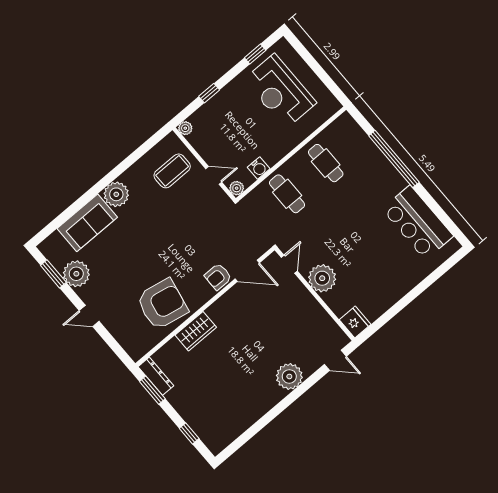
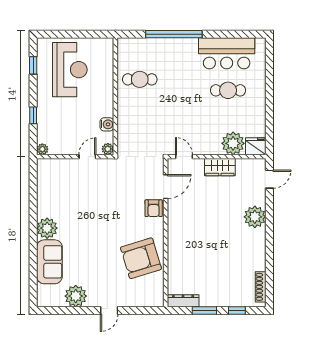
reception desk: (280, 91) -> (70, 70), turned -90
coffee table: (172, 171) -> (62, 180), removed
cafe table: (287, 194) -> (228, 90), moved
window: (53, 274) -> (63, 311), removed
plant: (322, 278) -> (233, 143), moved
armchair: (162, 304) -> (141, 258), turned -118
wardrobe: (196, 331) -> (220, 167), moved, turned 90
window: (152, 390) -> (204, 311), moved
shoe rack: (229, 437) -> (261, 287), added

